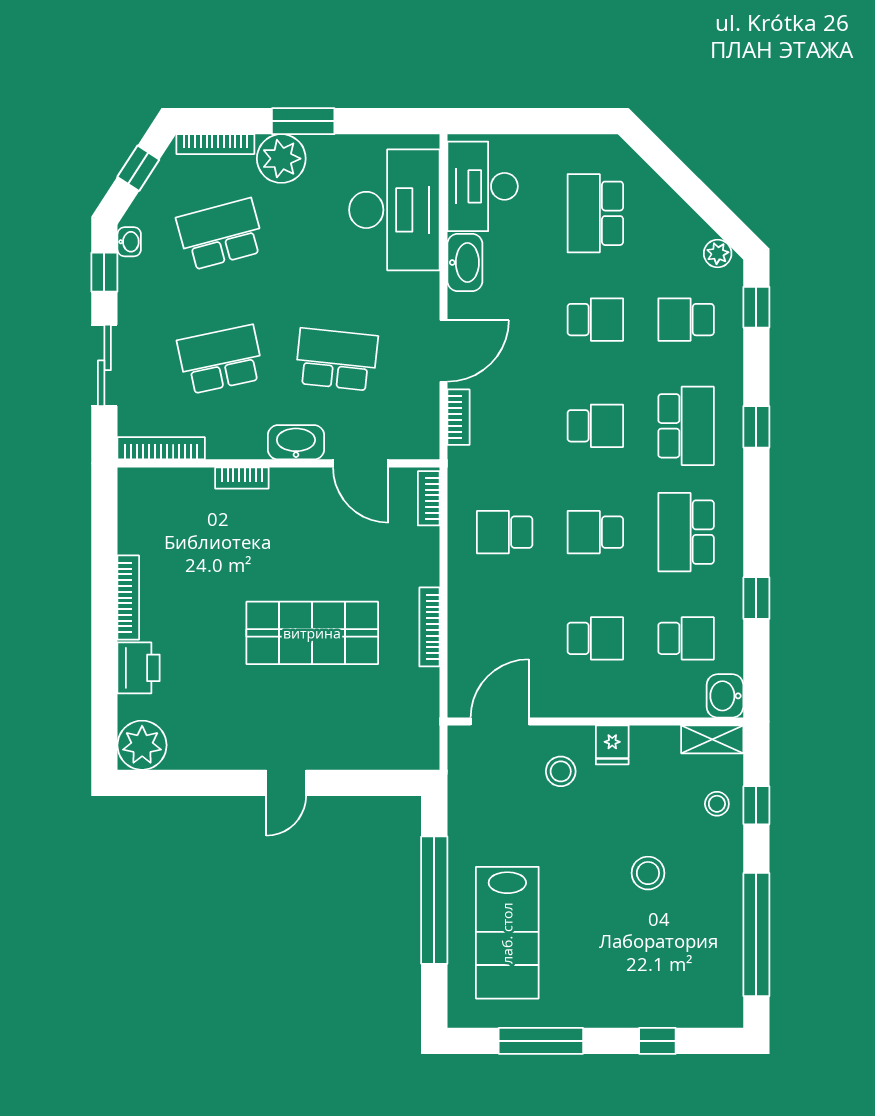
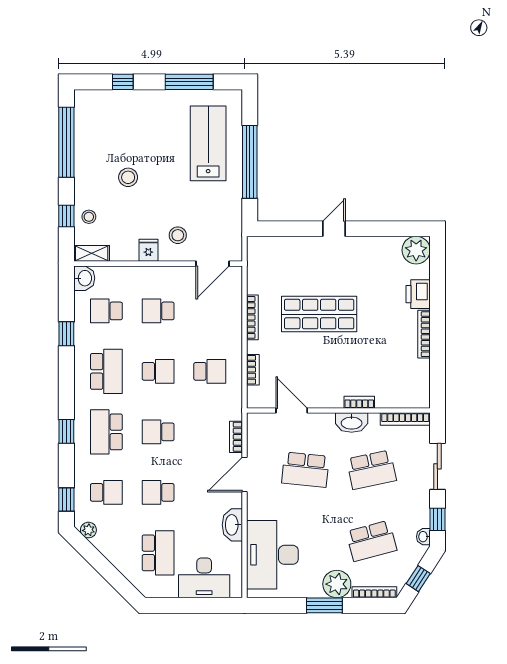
desk: (483, 186) -> (204, 578), moved, turned 90
washbasin: (296, 442) -> (352, 423), moved
bookcase: (429, 498) -> (253, 370), moved

